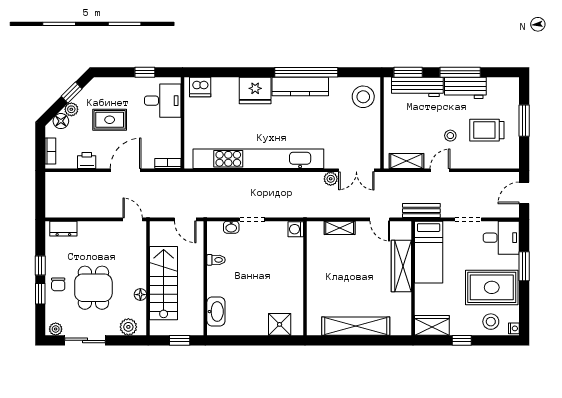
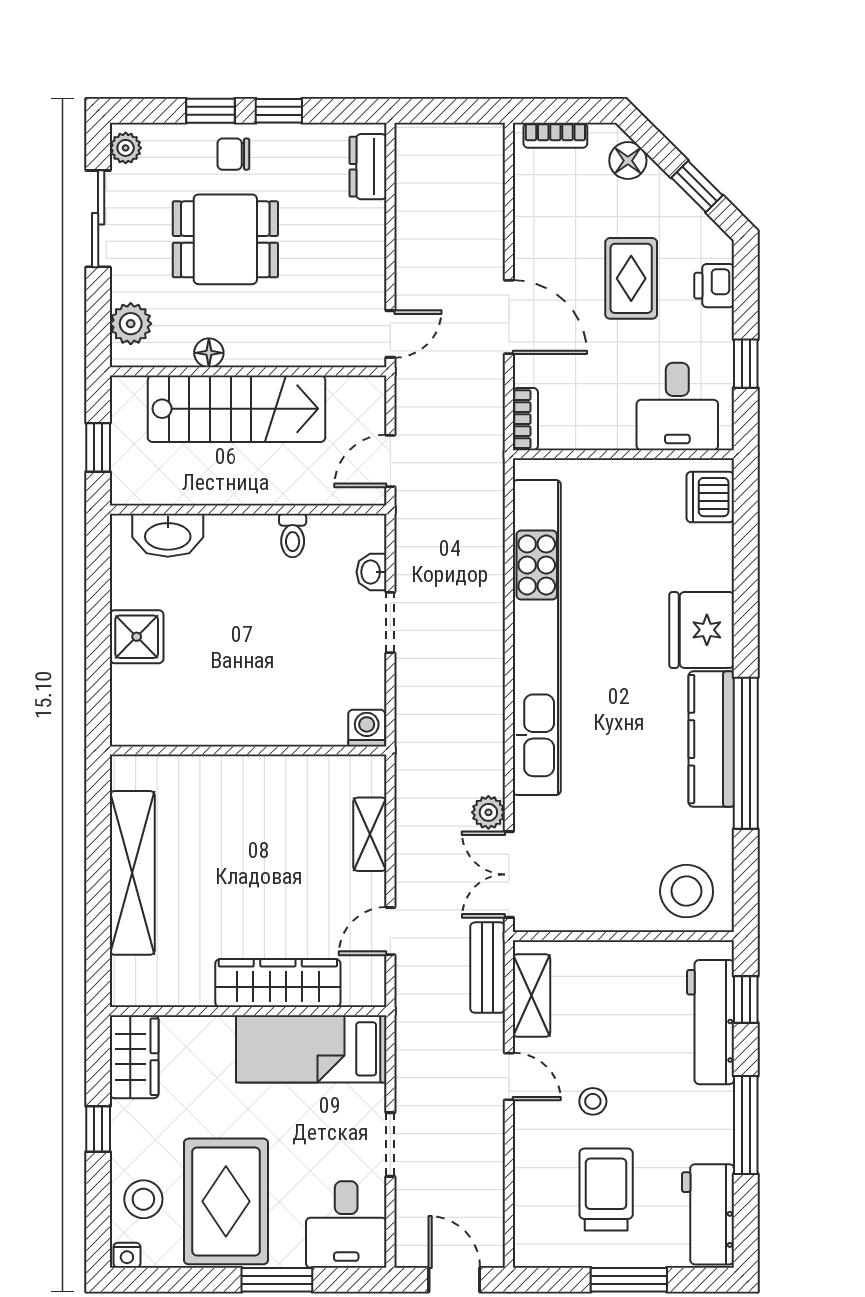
window: (408, 72) -> (746, 1000), width x0.67
workbench: (465, 88) -> (708, 1214), moved
plant: (71, 109) -> (656, 186), removed
printer: (87, 160) -> (714, 286), moved, turned 180
bench: (421, 211) -> (488, 968), moved
shower: (280, 324) -> (137, 637), moved

